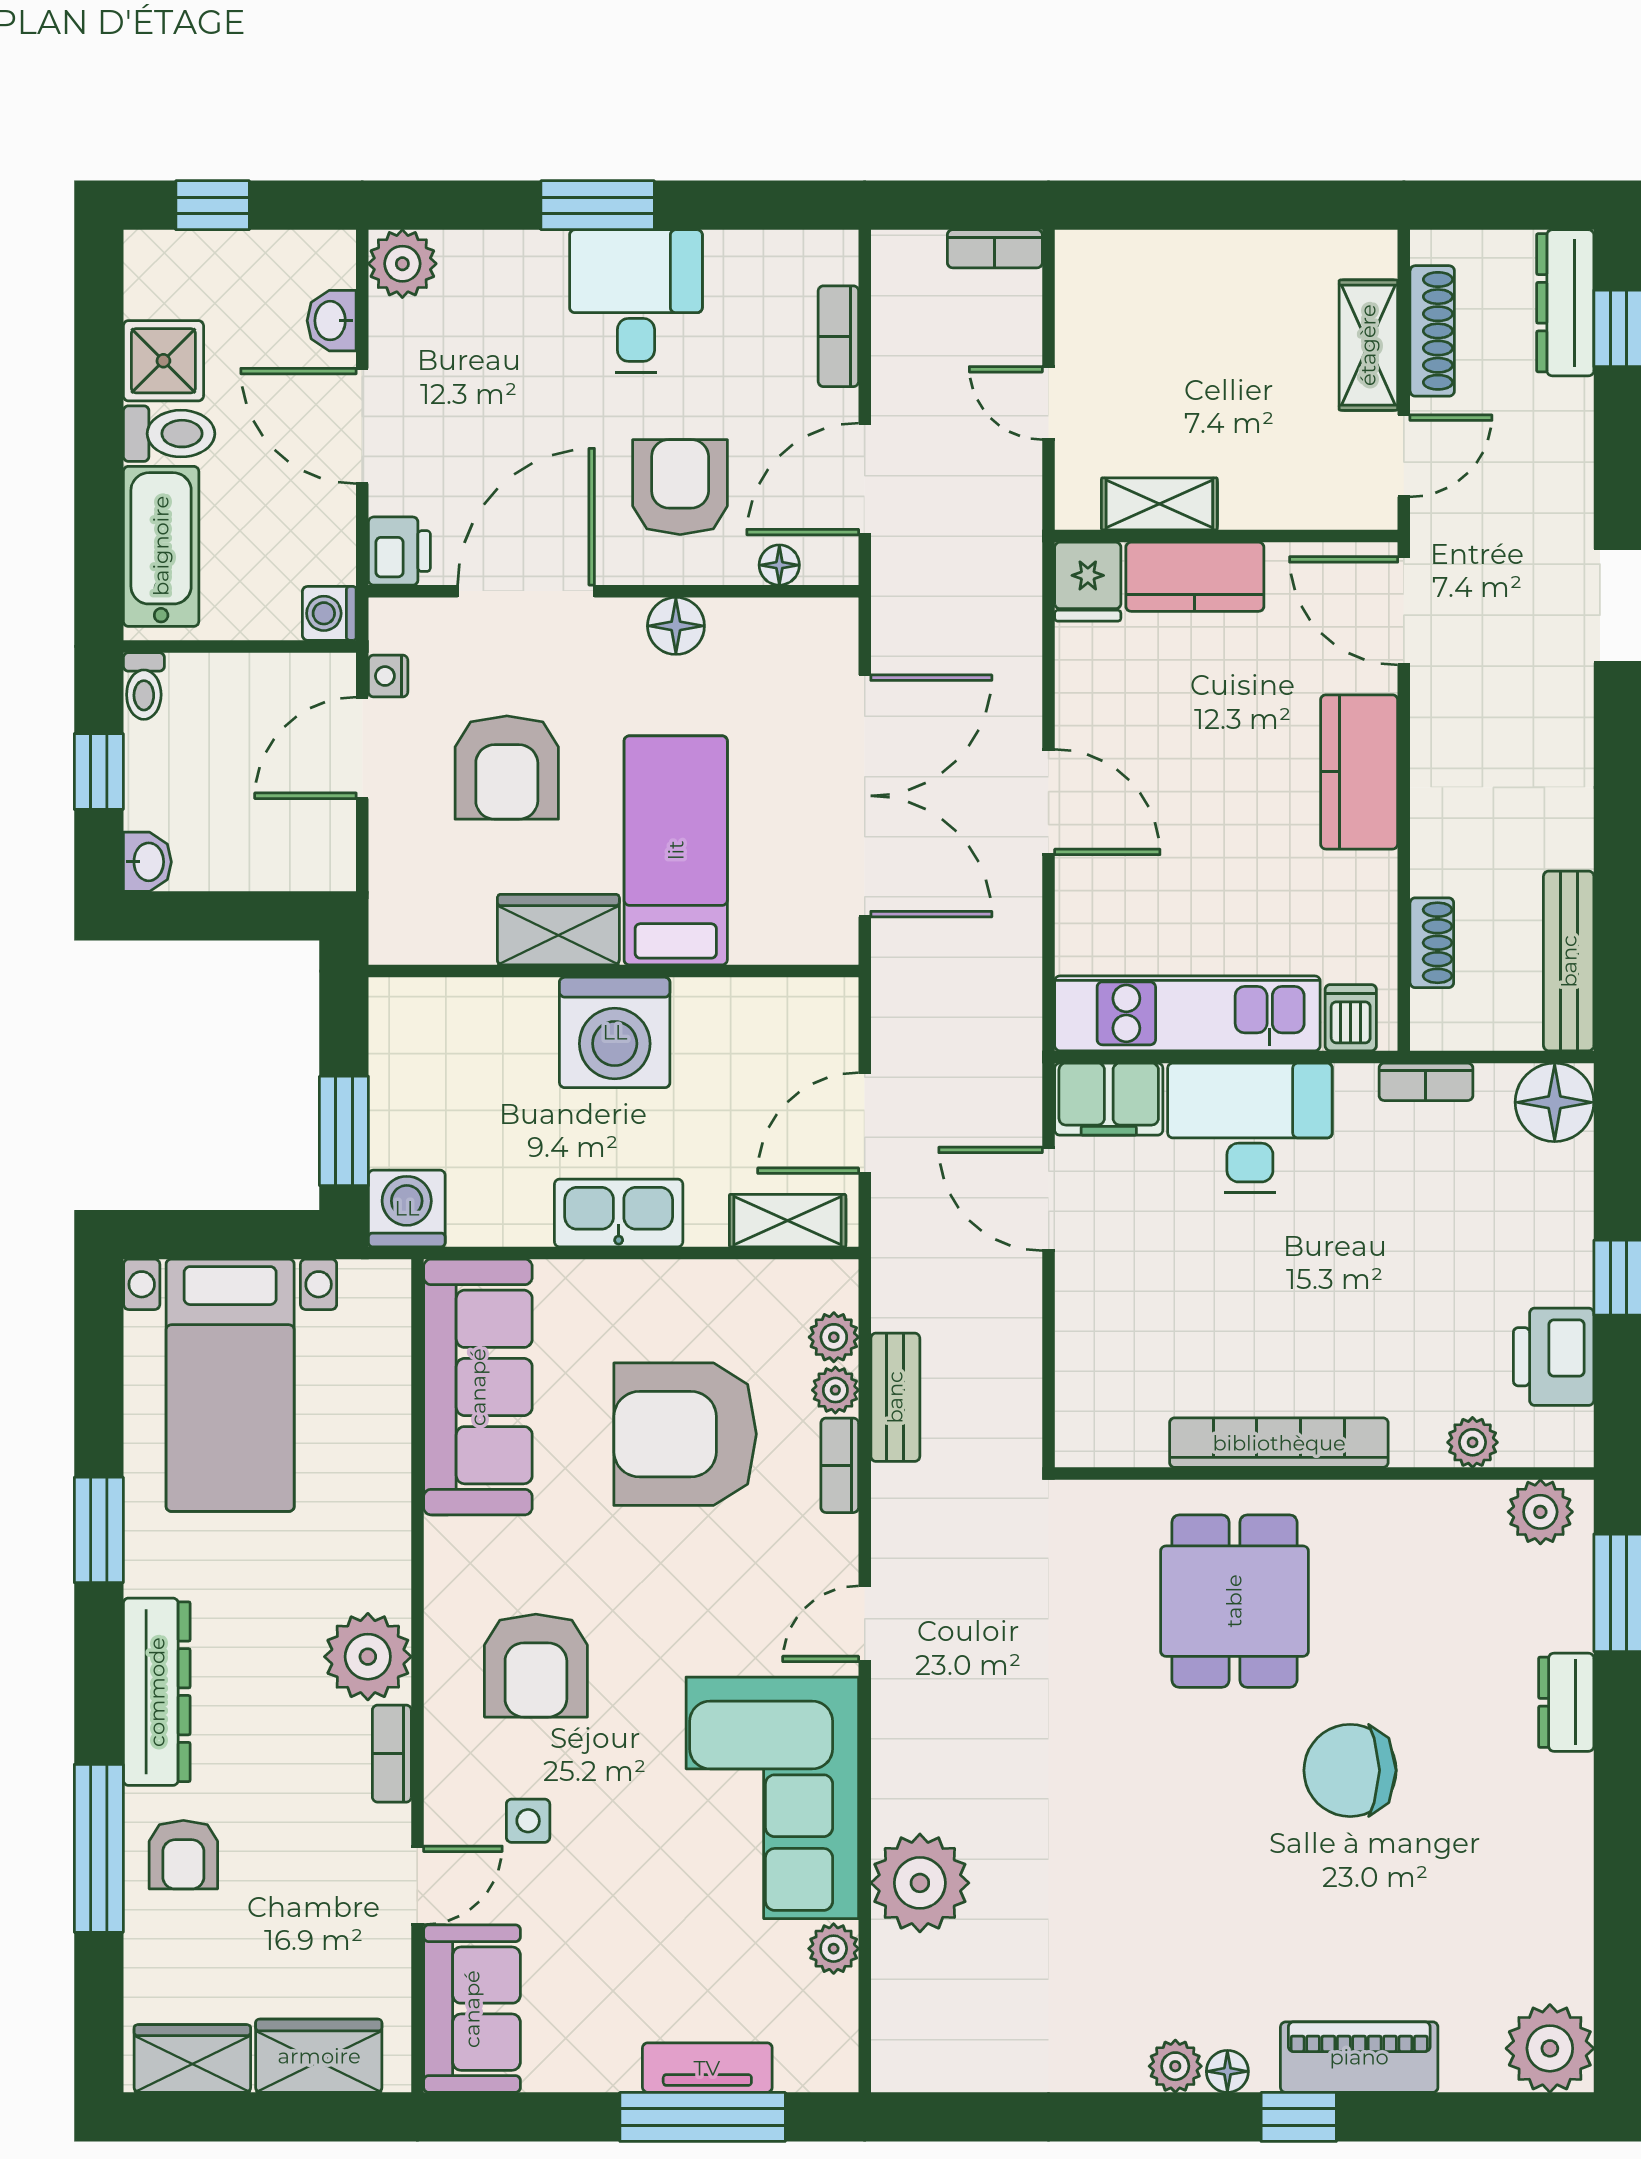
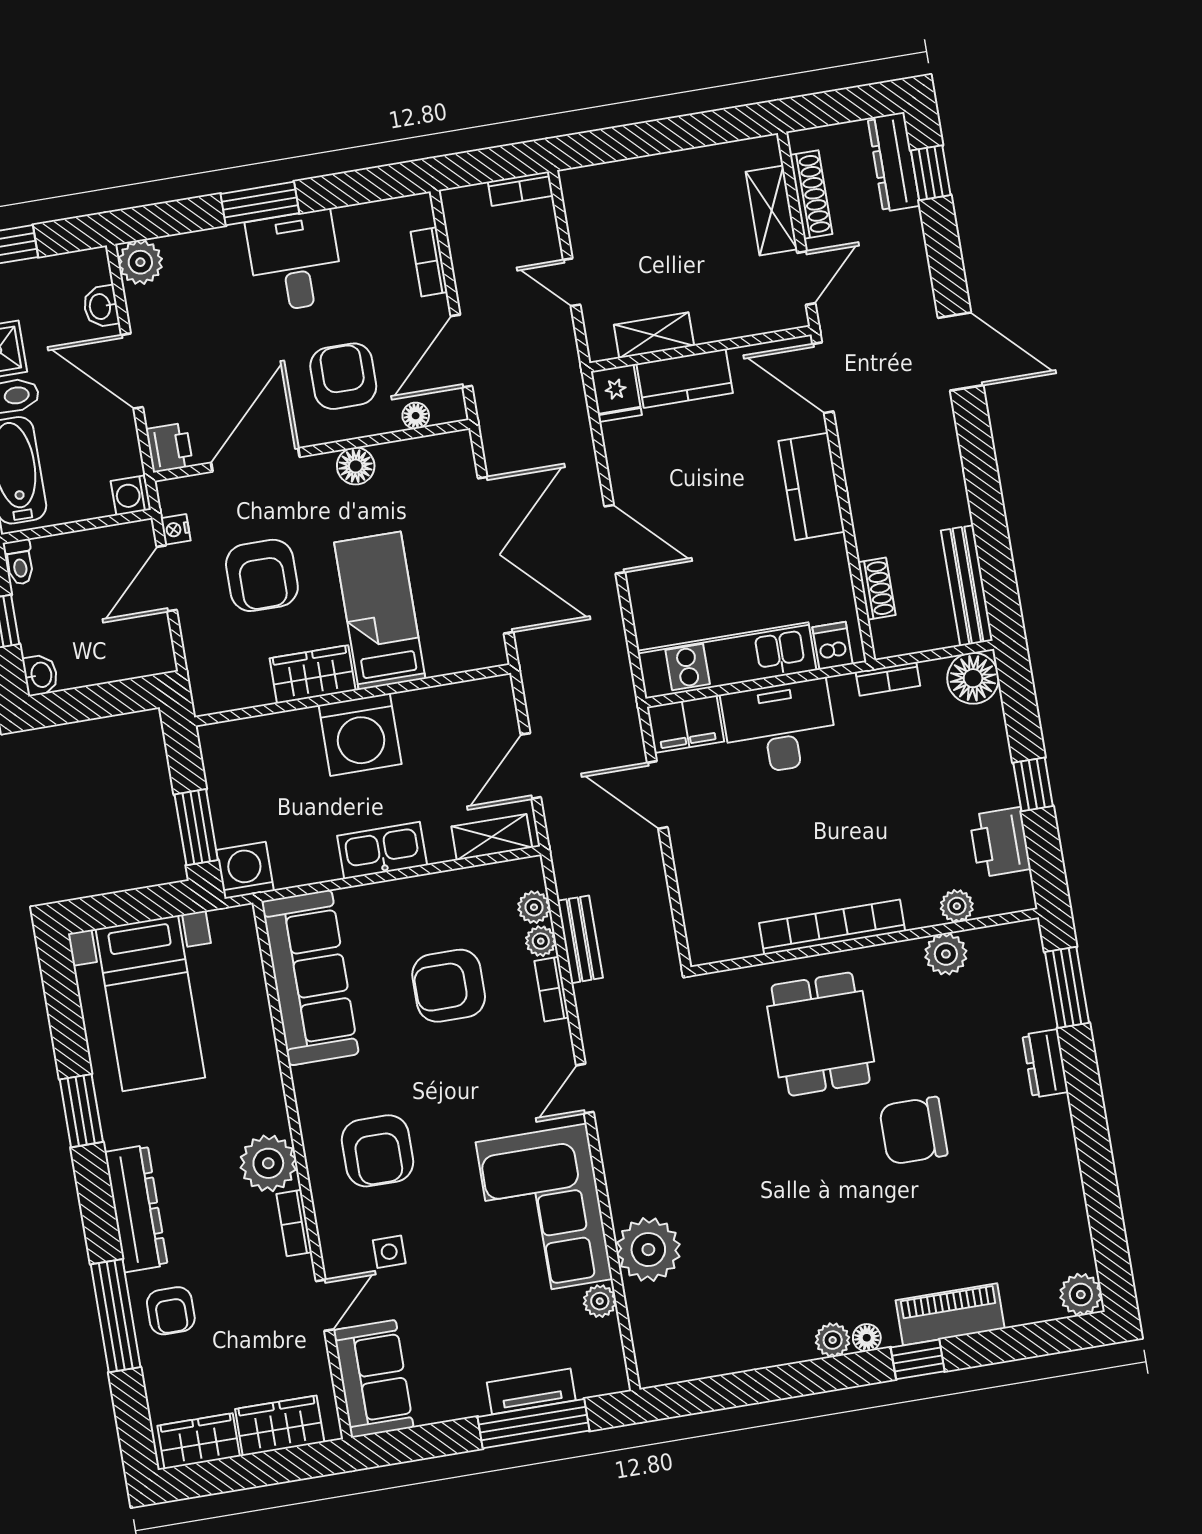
armchair: (685, 1434) -> (449, 986), width x0.73, depth x0.73
plant: (1540, 1512) -> (946, 954), moved
plant: (1550, 2048) -> (1081, 1295), width x0.73, depth x0.73

